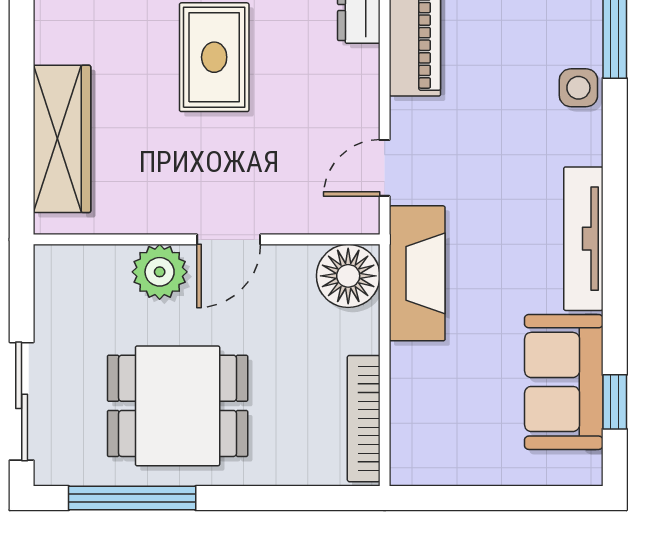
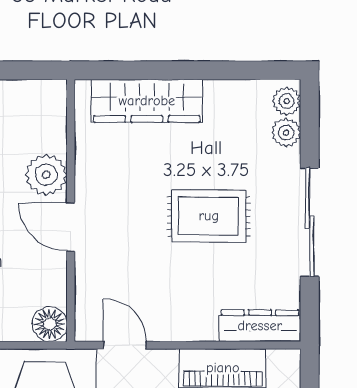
floor lamp: (348, 276) -> (50, 324), width x0.73, depth x0.73

